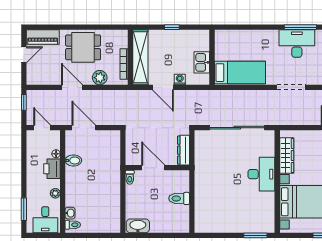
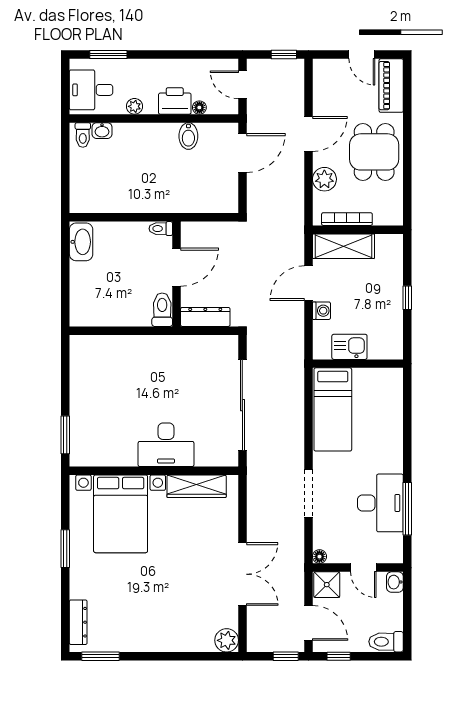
shelving: (140, 57) -> (343, 246), width x0.68
door: (42, 128) -> (242, 85), swing flipped
toilet: (179, 198) -> (162, 310), moved

